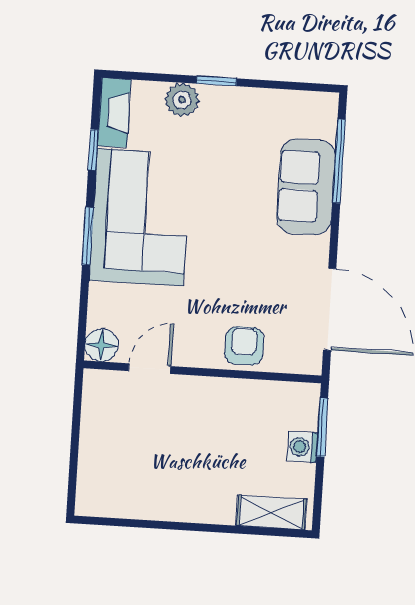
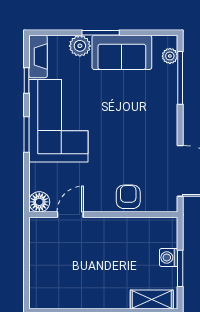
window: (217, 81) -> (101, 33), width x1.50
plant: (325, 125) -> (170, 56), added
sofa: (306, 187) -> (122, 52), moved, turned -90
window: (322, 427) -> (180, 268), moved

